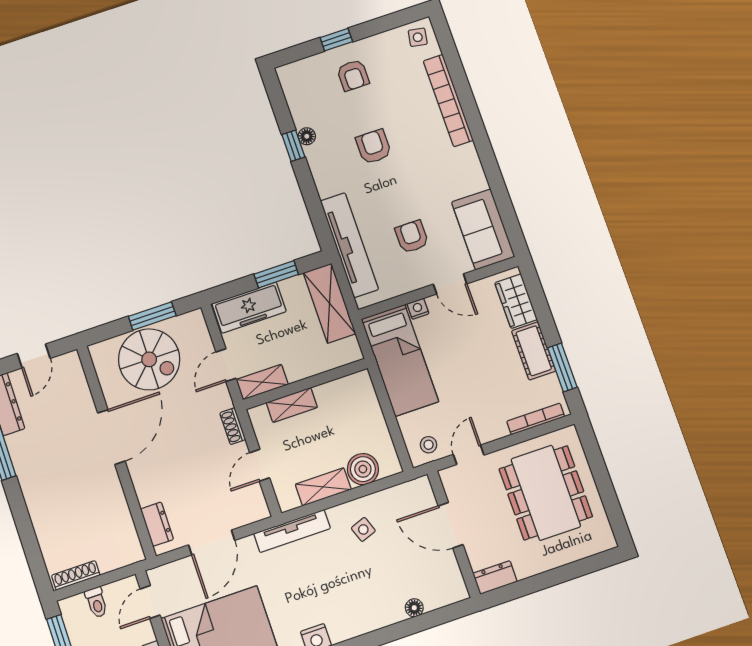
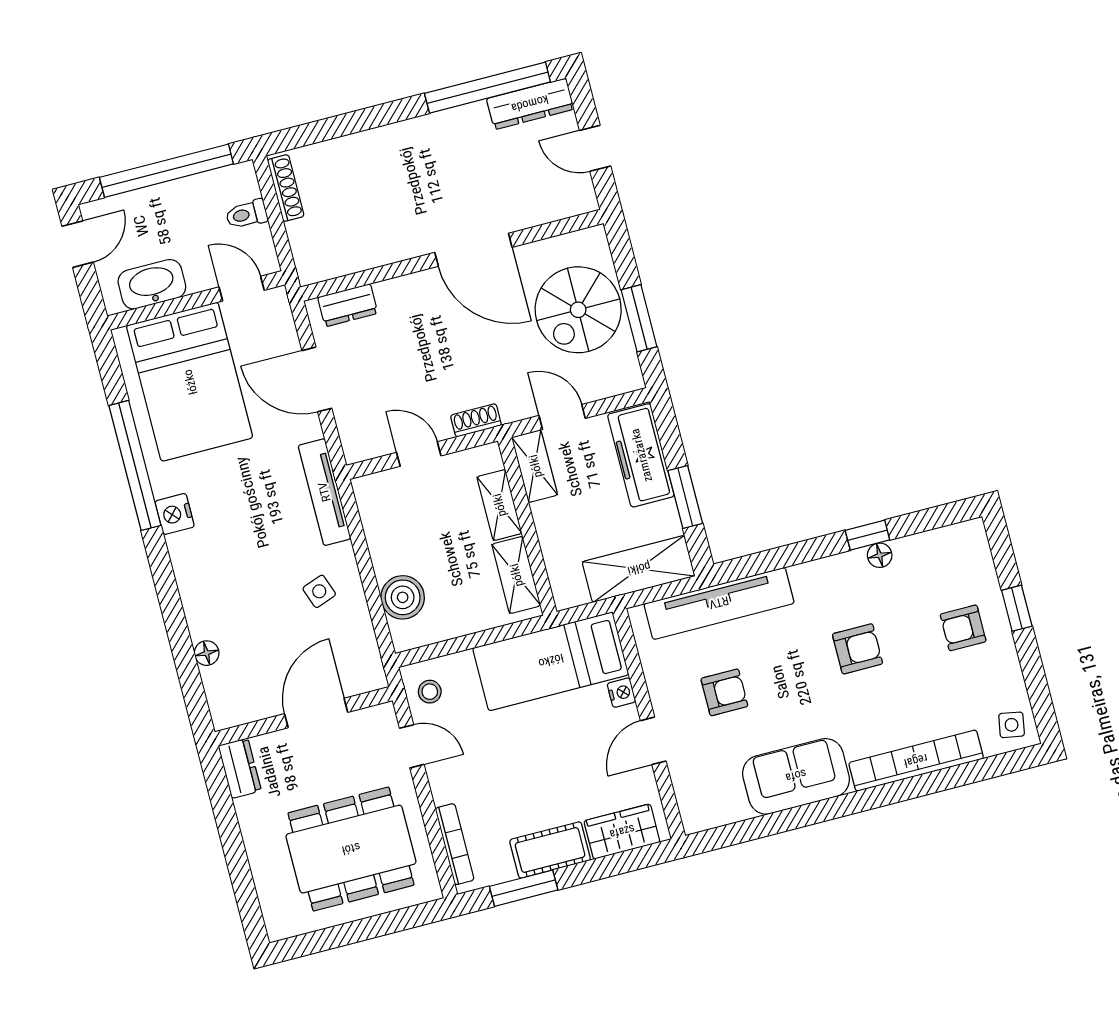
sofa: (483, 229) -> (796, 776), moved
shelving: (323, 487) -> (516, 575), moved

